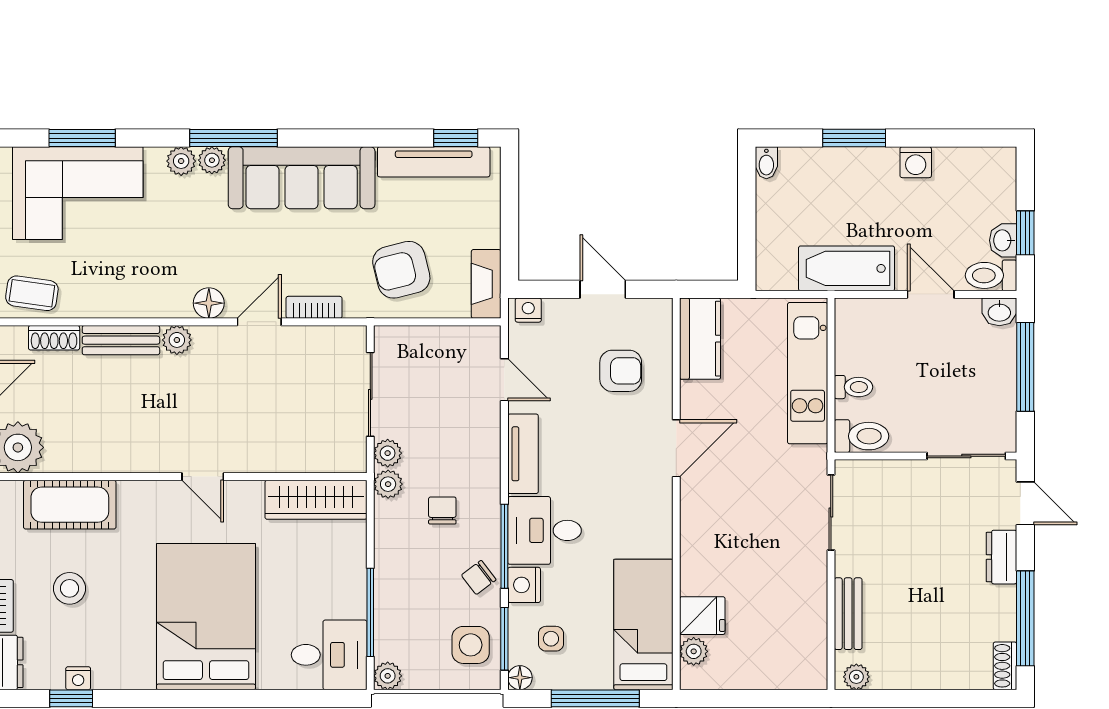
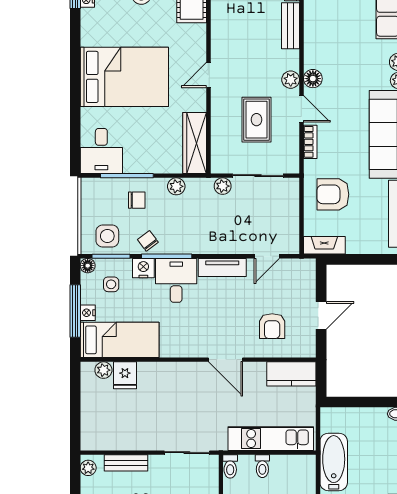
armchair: (401, 270) -> (333, 194), turned -76
nightstand: (528, 310) -> (88, 313), moved, turned 180
plant: (177, 340) -> (291, 80), moved
rug: (277, 397) -> (256, 120), added
toilet: (862, 436) -> (230, 466), width x0.73, depth x0.72
plant: (388, 484) -> (176, 186), moved
chair: (442, 510) -> (137, 200), moved
plant: (388, 676) -> (89, 186), removed

